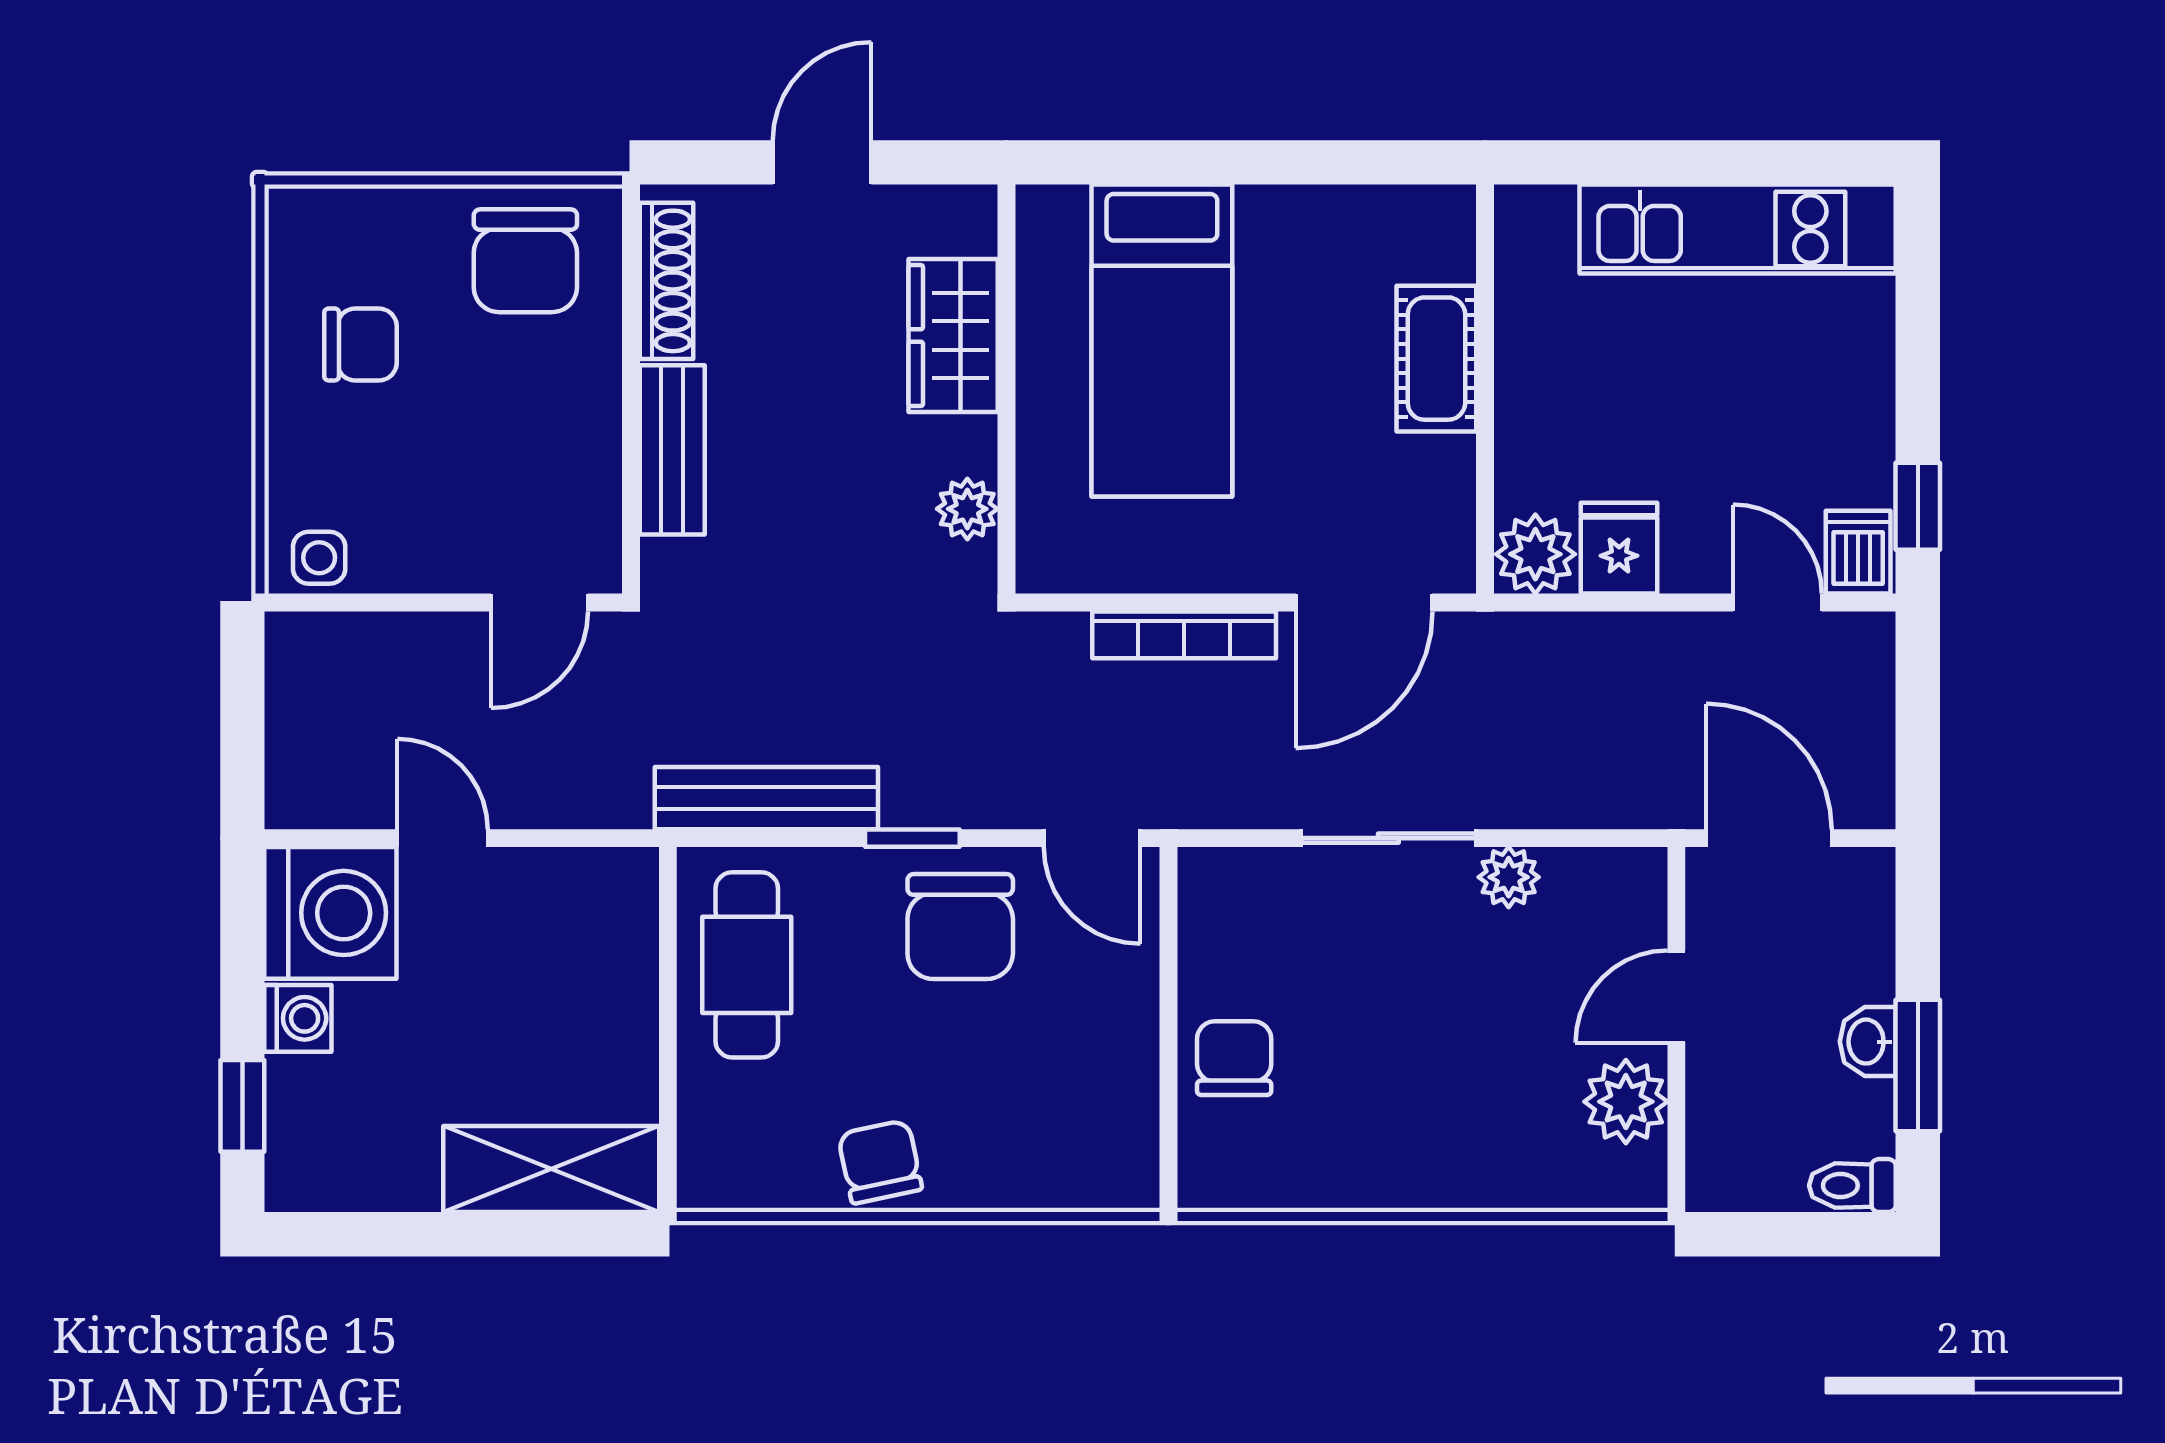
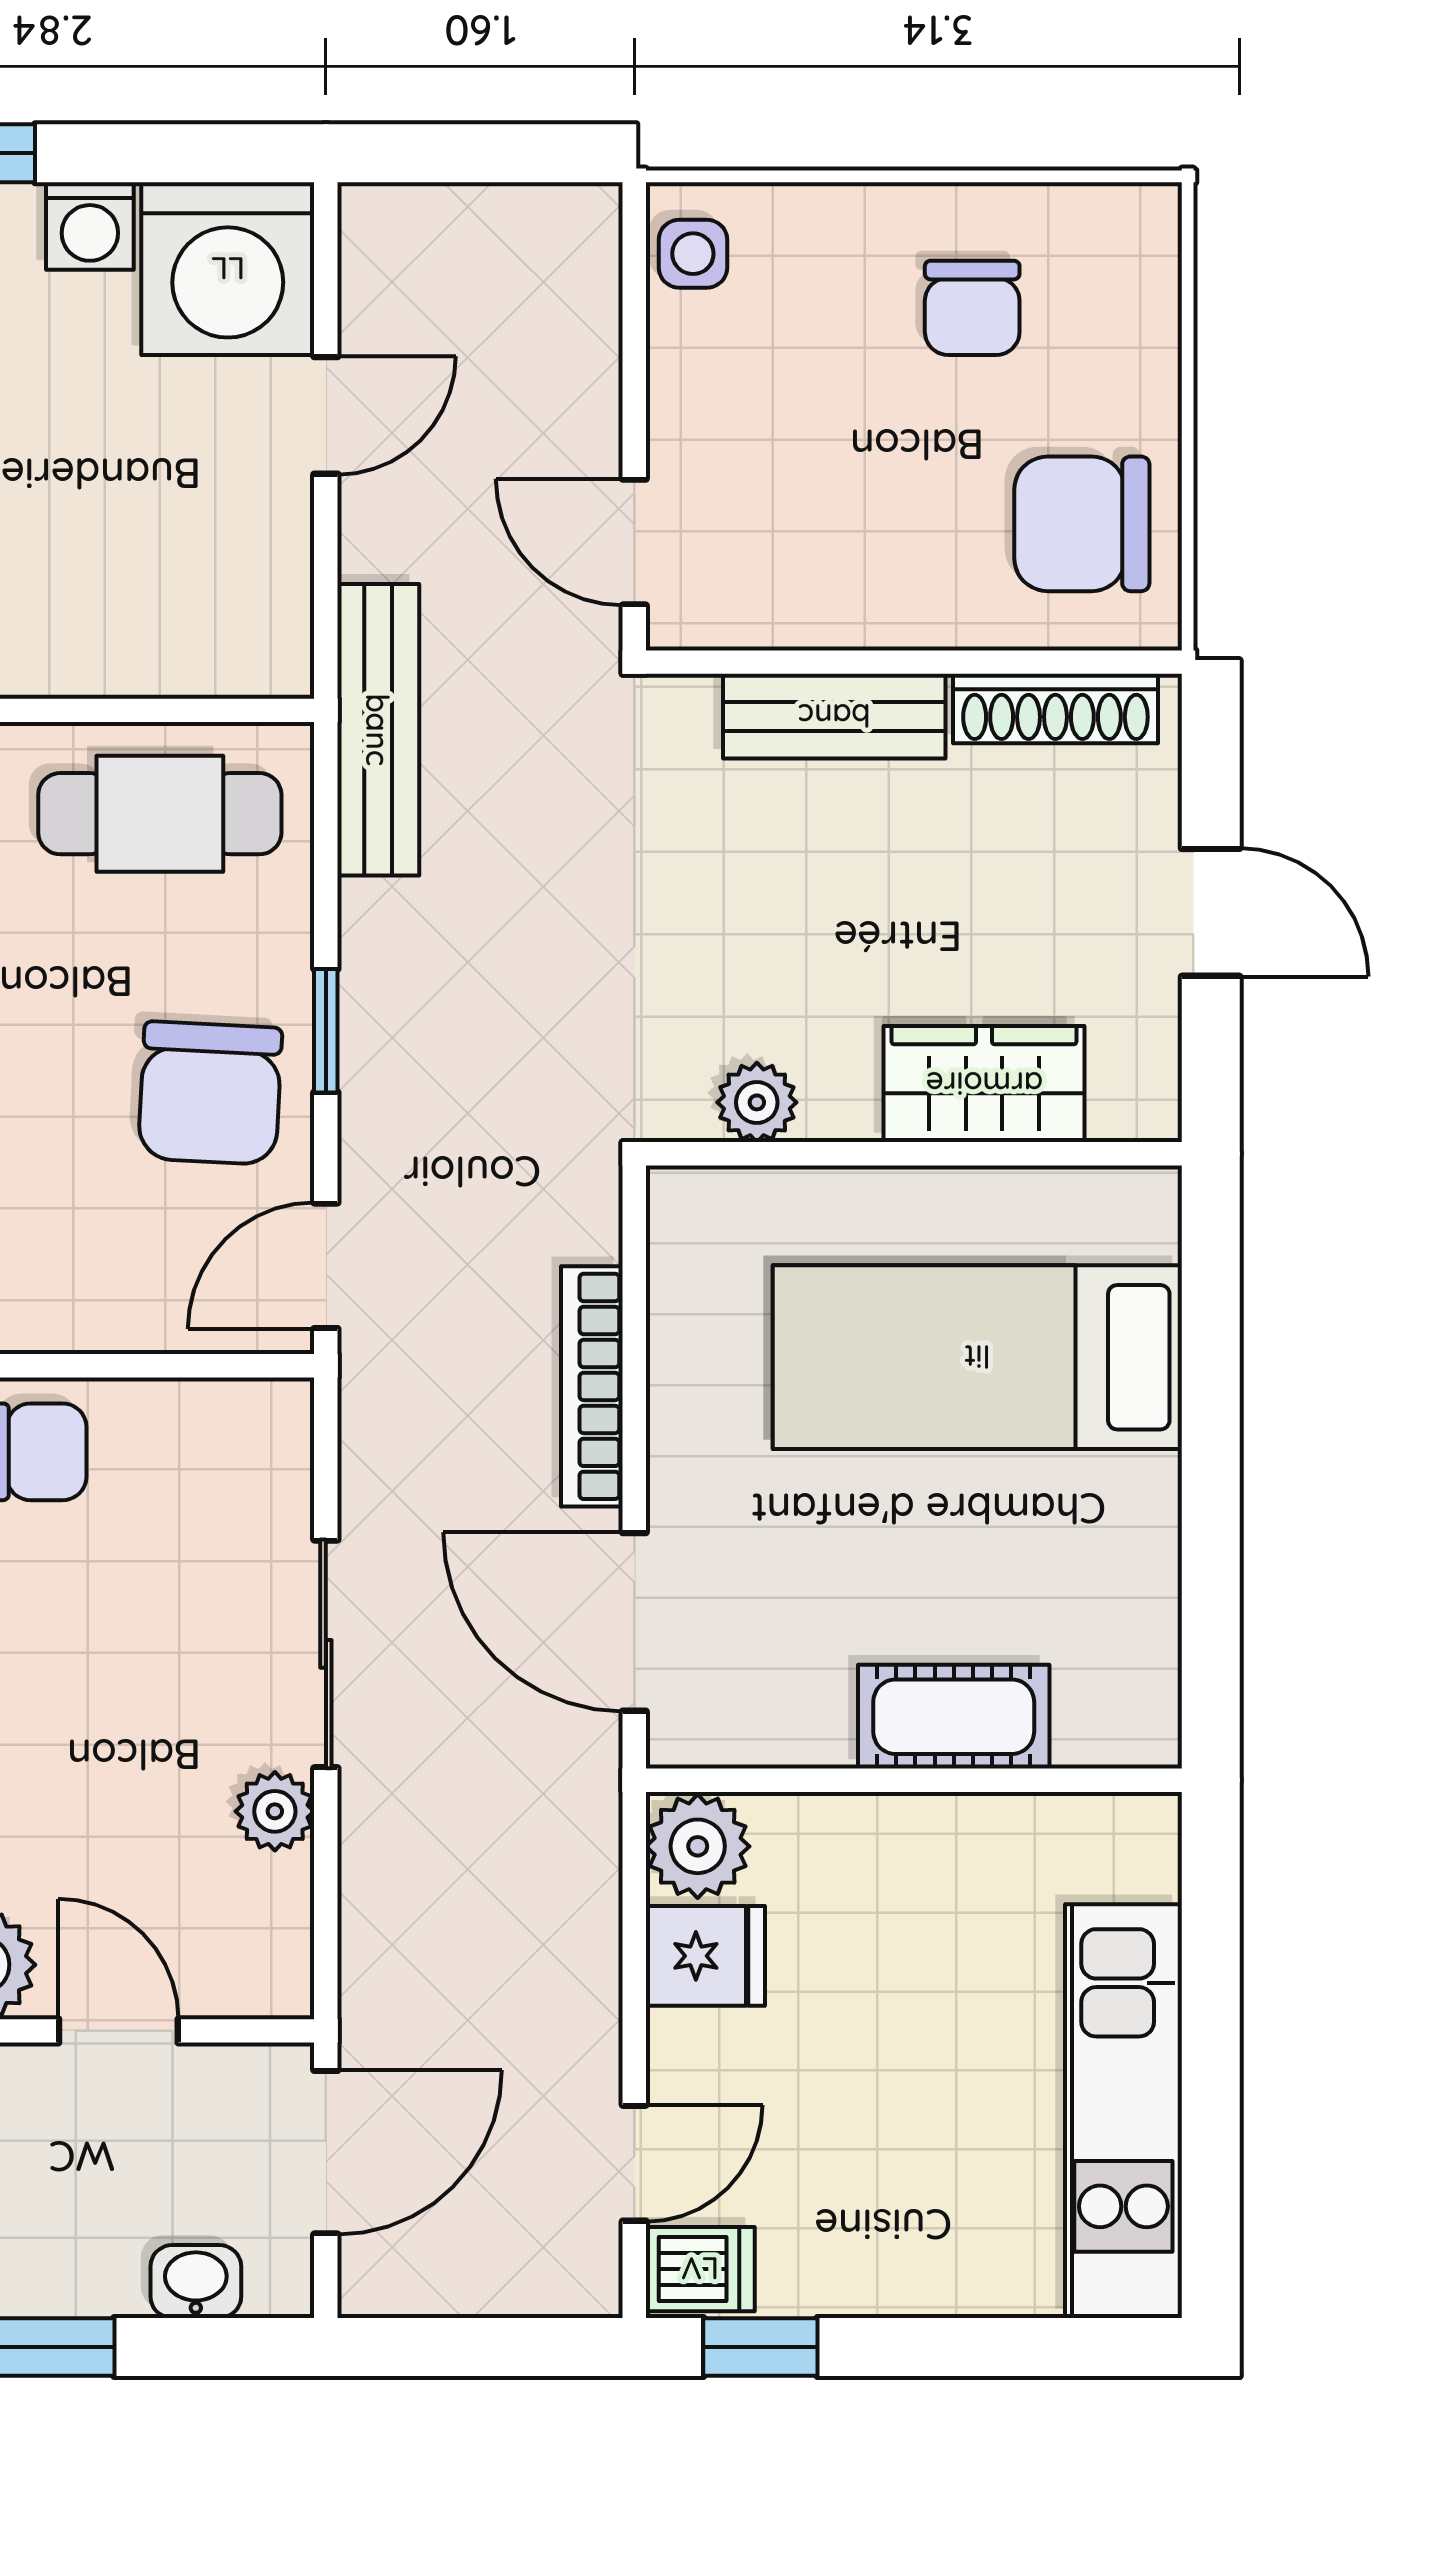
bench: (766, 798) -> (378, 730), moved
chair: (960, 927) -> (210, 1093), turned -87
washbasin: (1868, 1042) -> (196, 2282), moved

